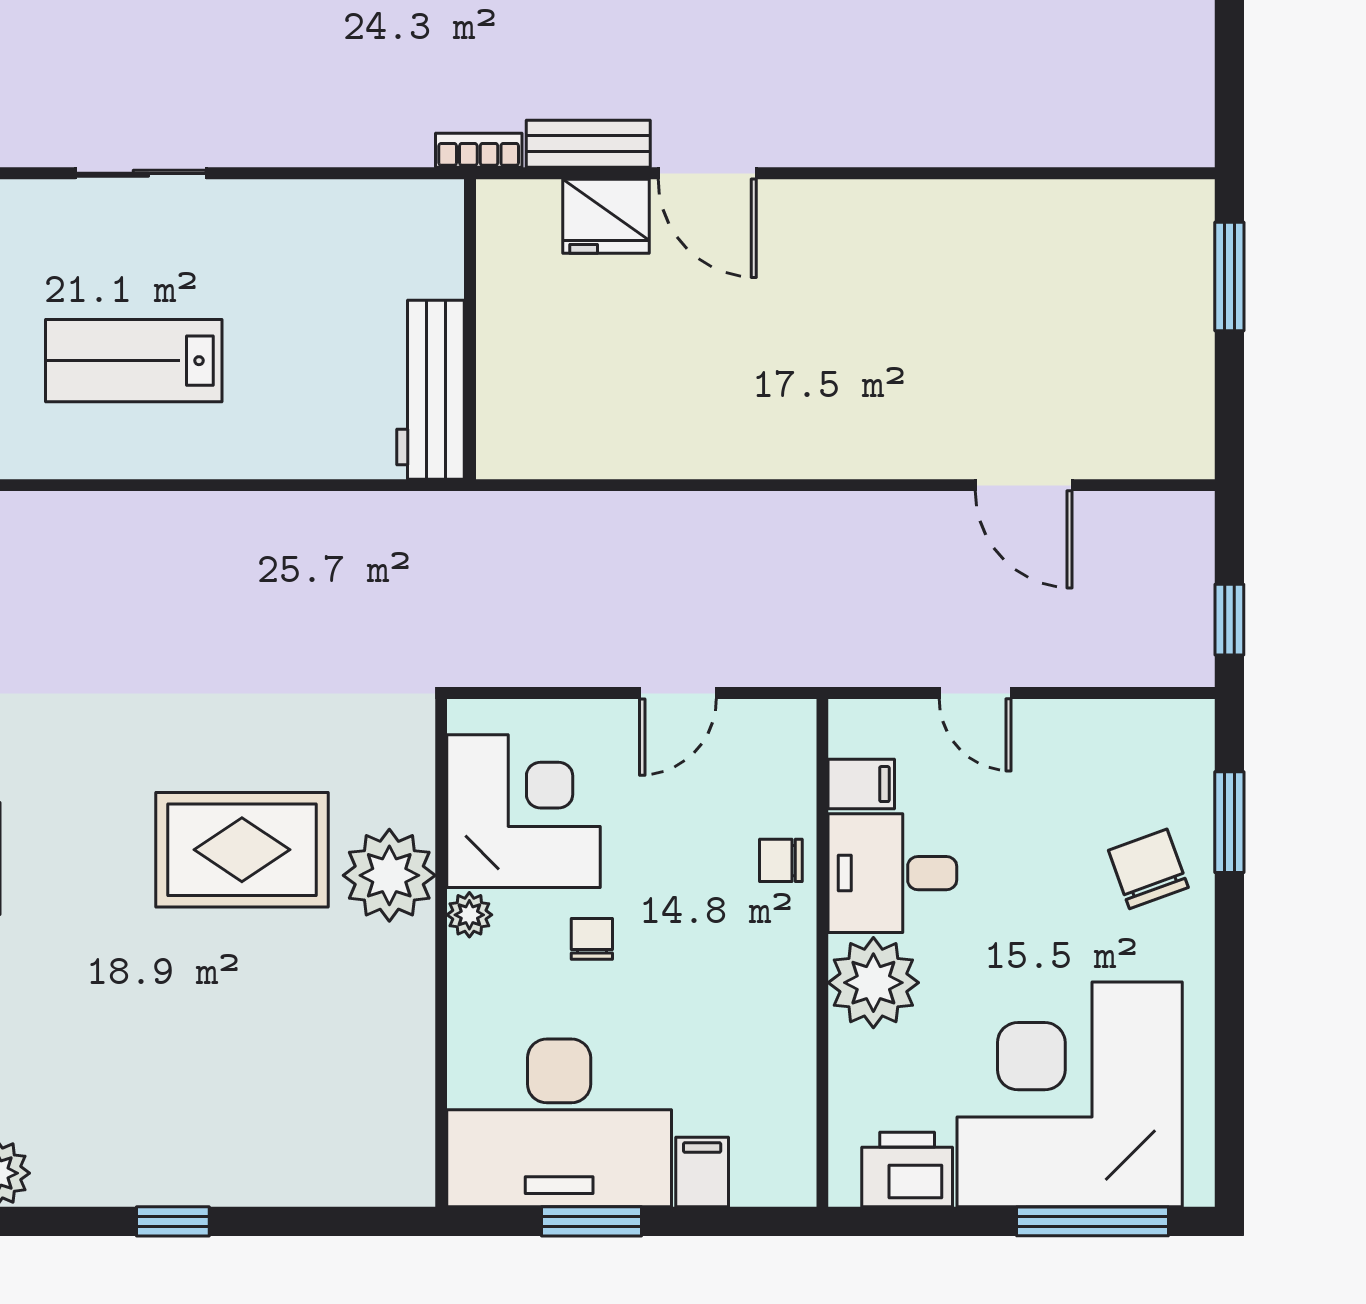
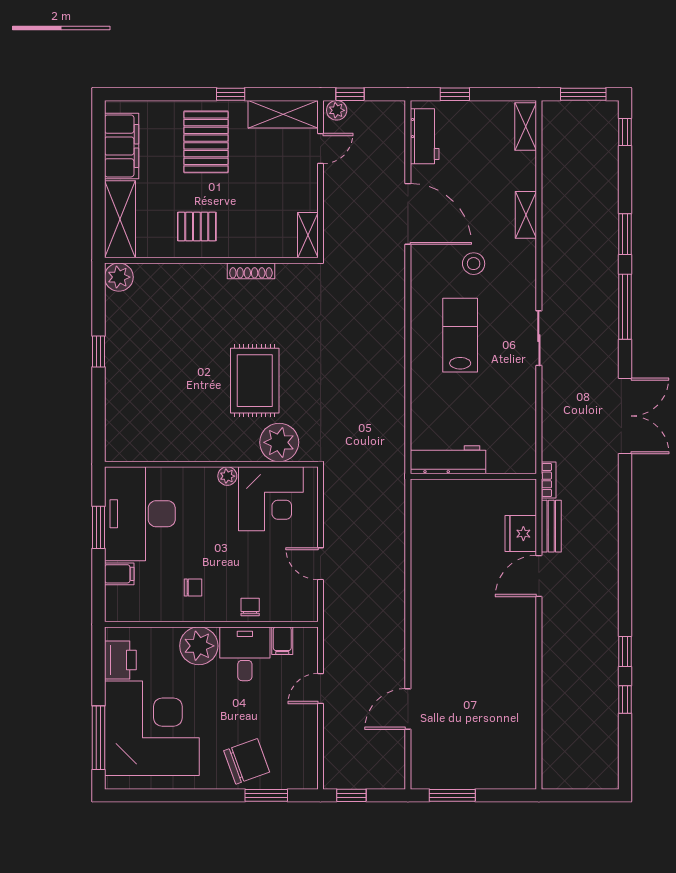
window: (1229, 277) -> (452, 795), moved
chair: (1148, 869) -> (247, 761), width x1.37, depth x1.37
plant: (389, 875) -> (279, 442), moved
chair: (592, 939) -> (193, 587), moved

